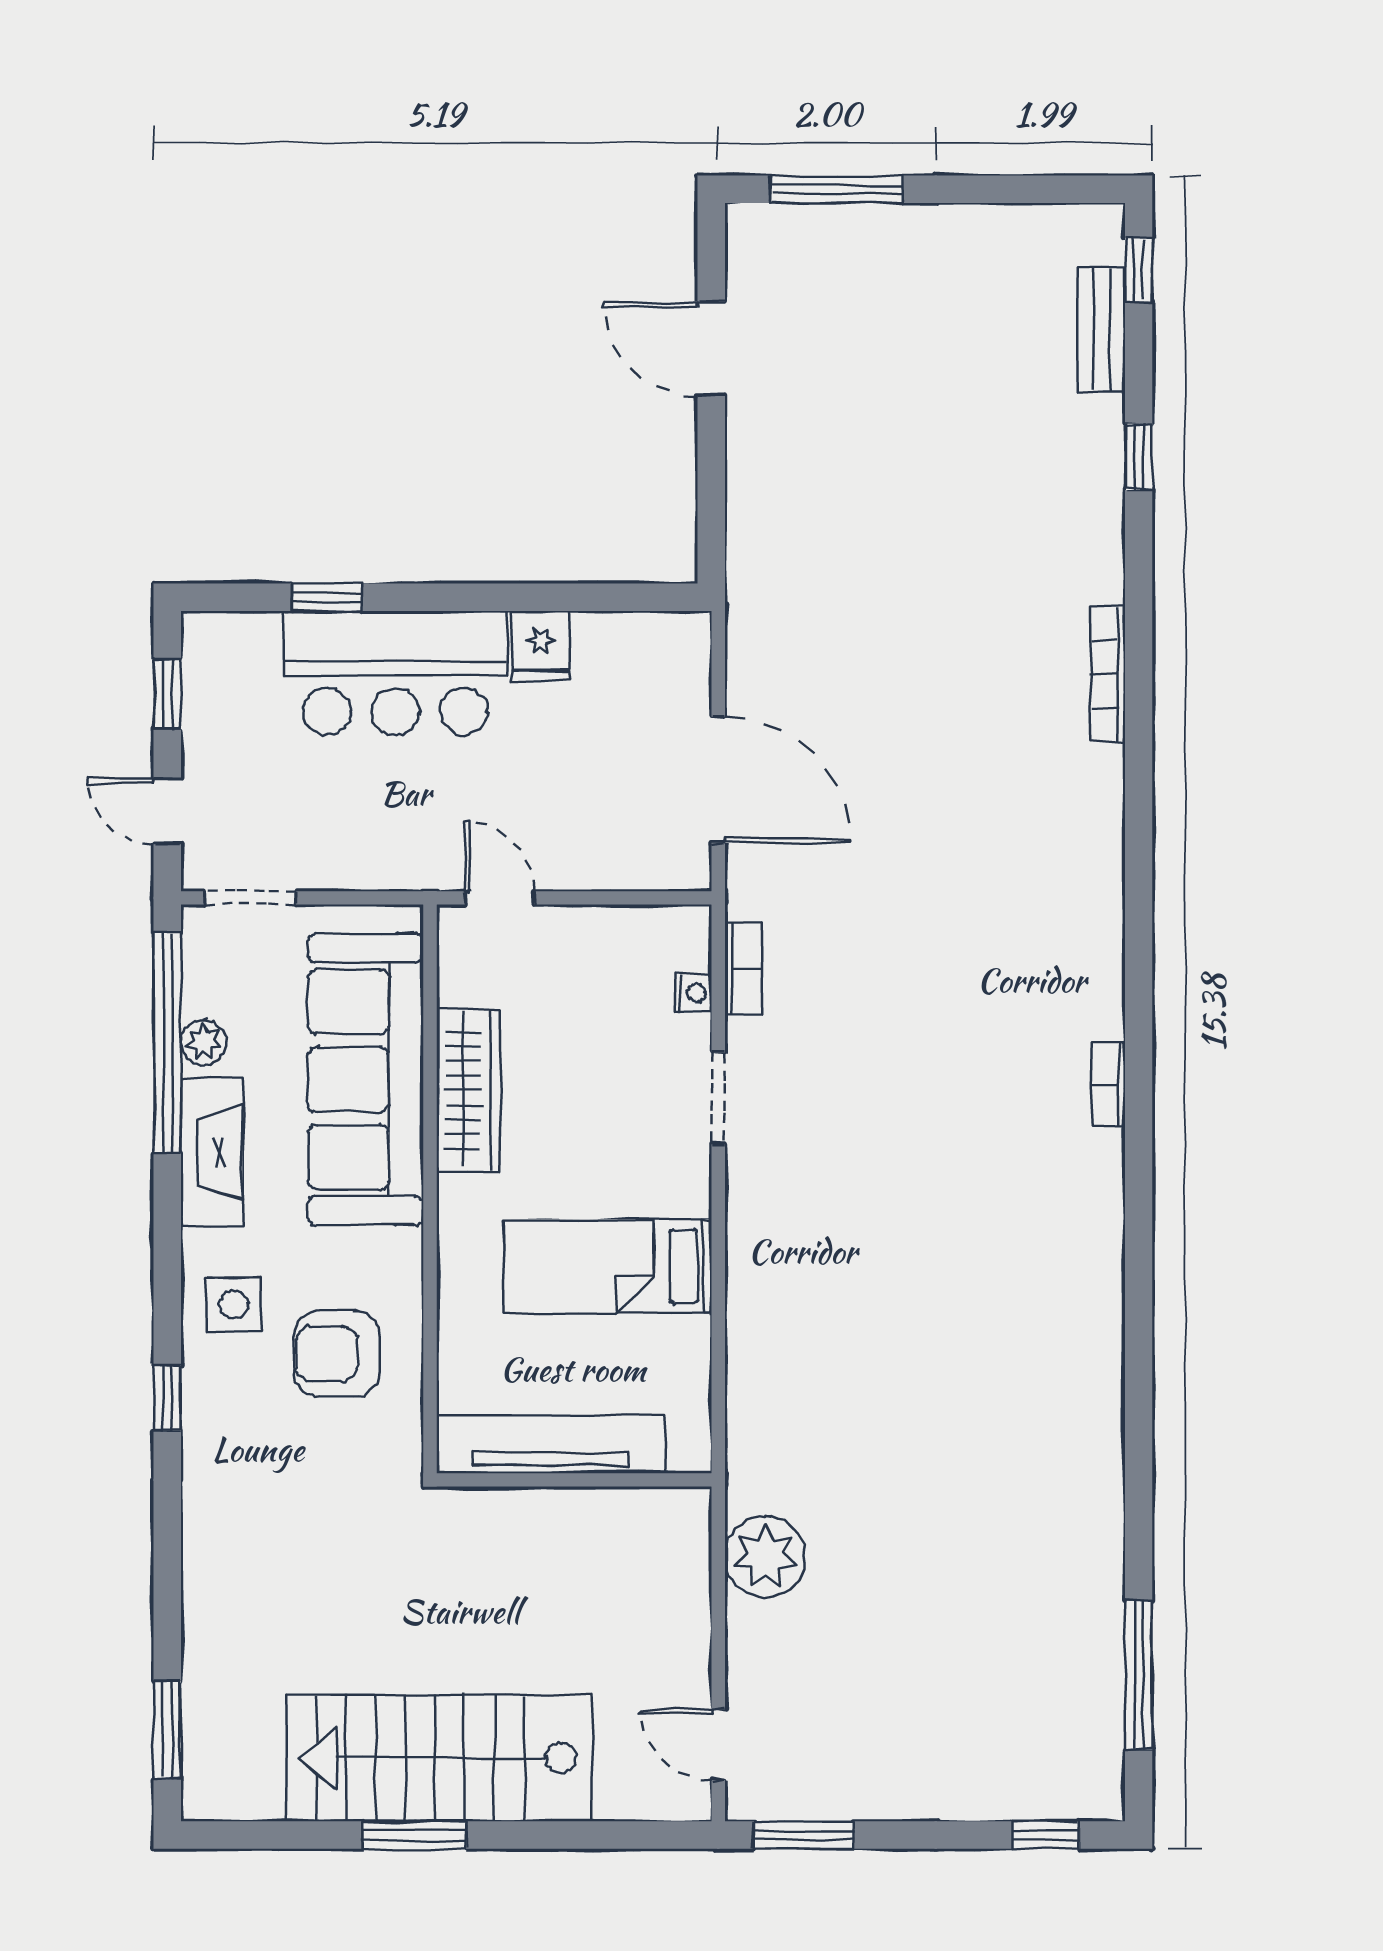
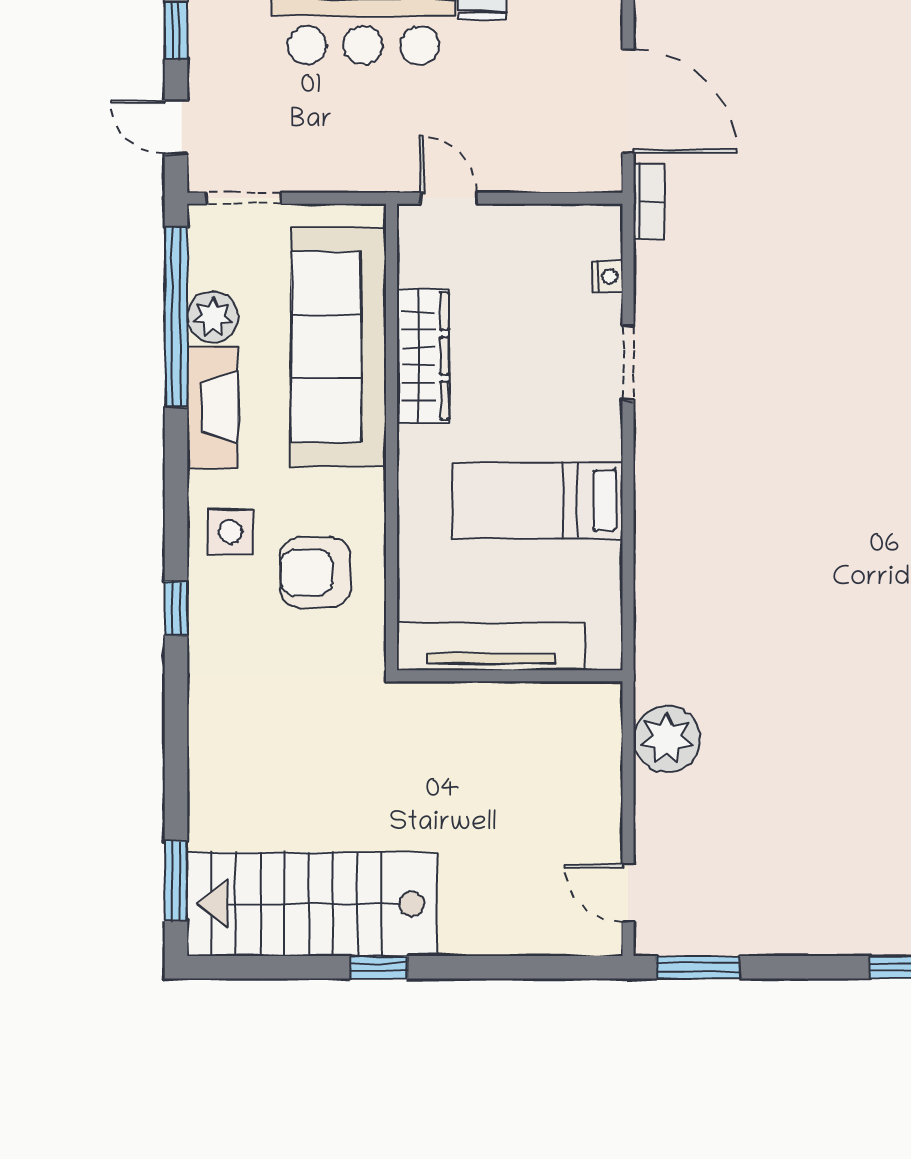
bookcase: (743, 968) -> (649, 201), moved
plant: (204, 1042) -> (213, 317), width x1.38, depth x1.38
stairs: (439, 1758) -> (312, 904), moved
window: (414, 1835) -> (379, 967), width x0.67

